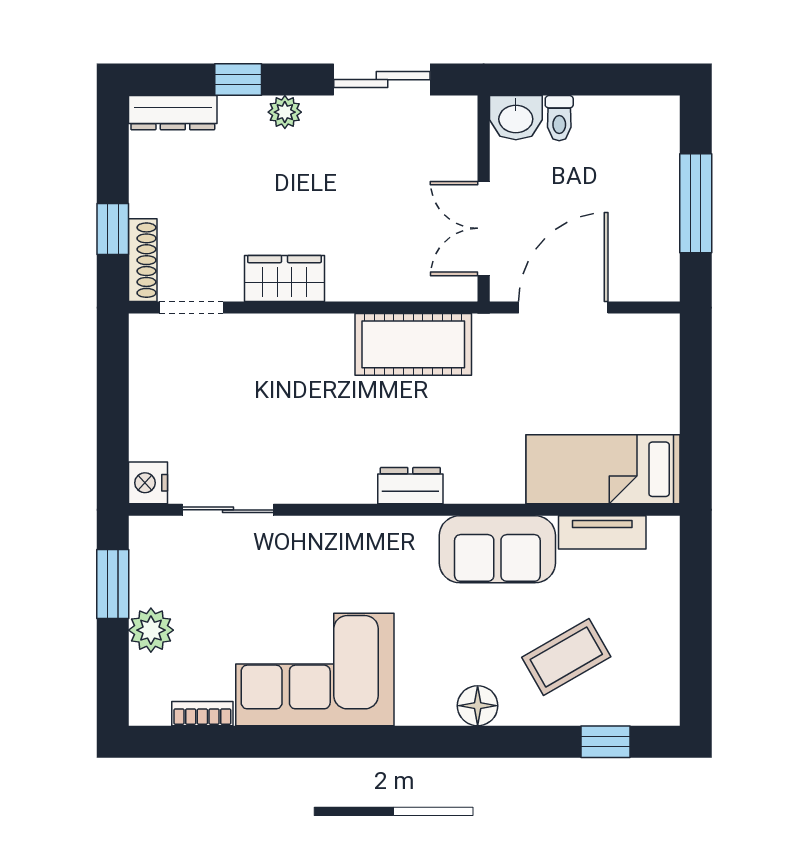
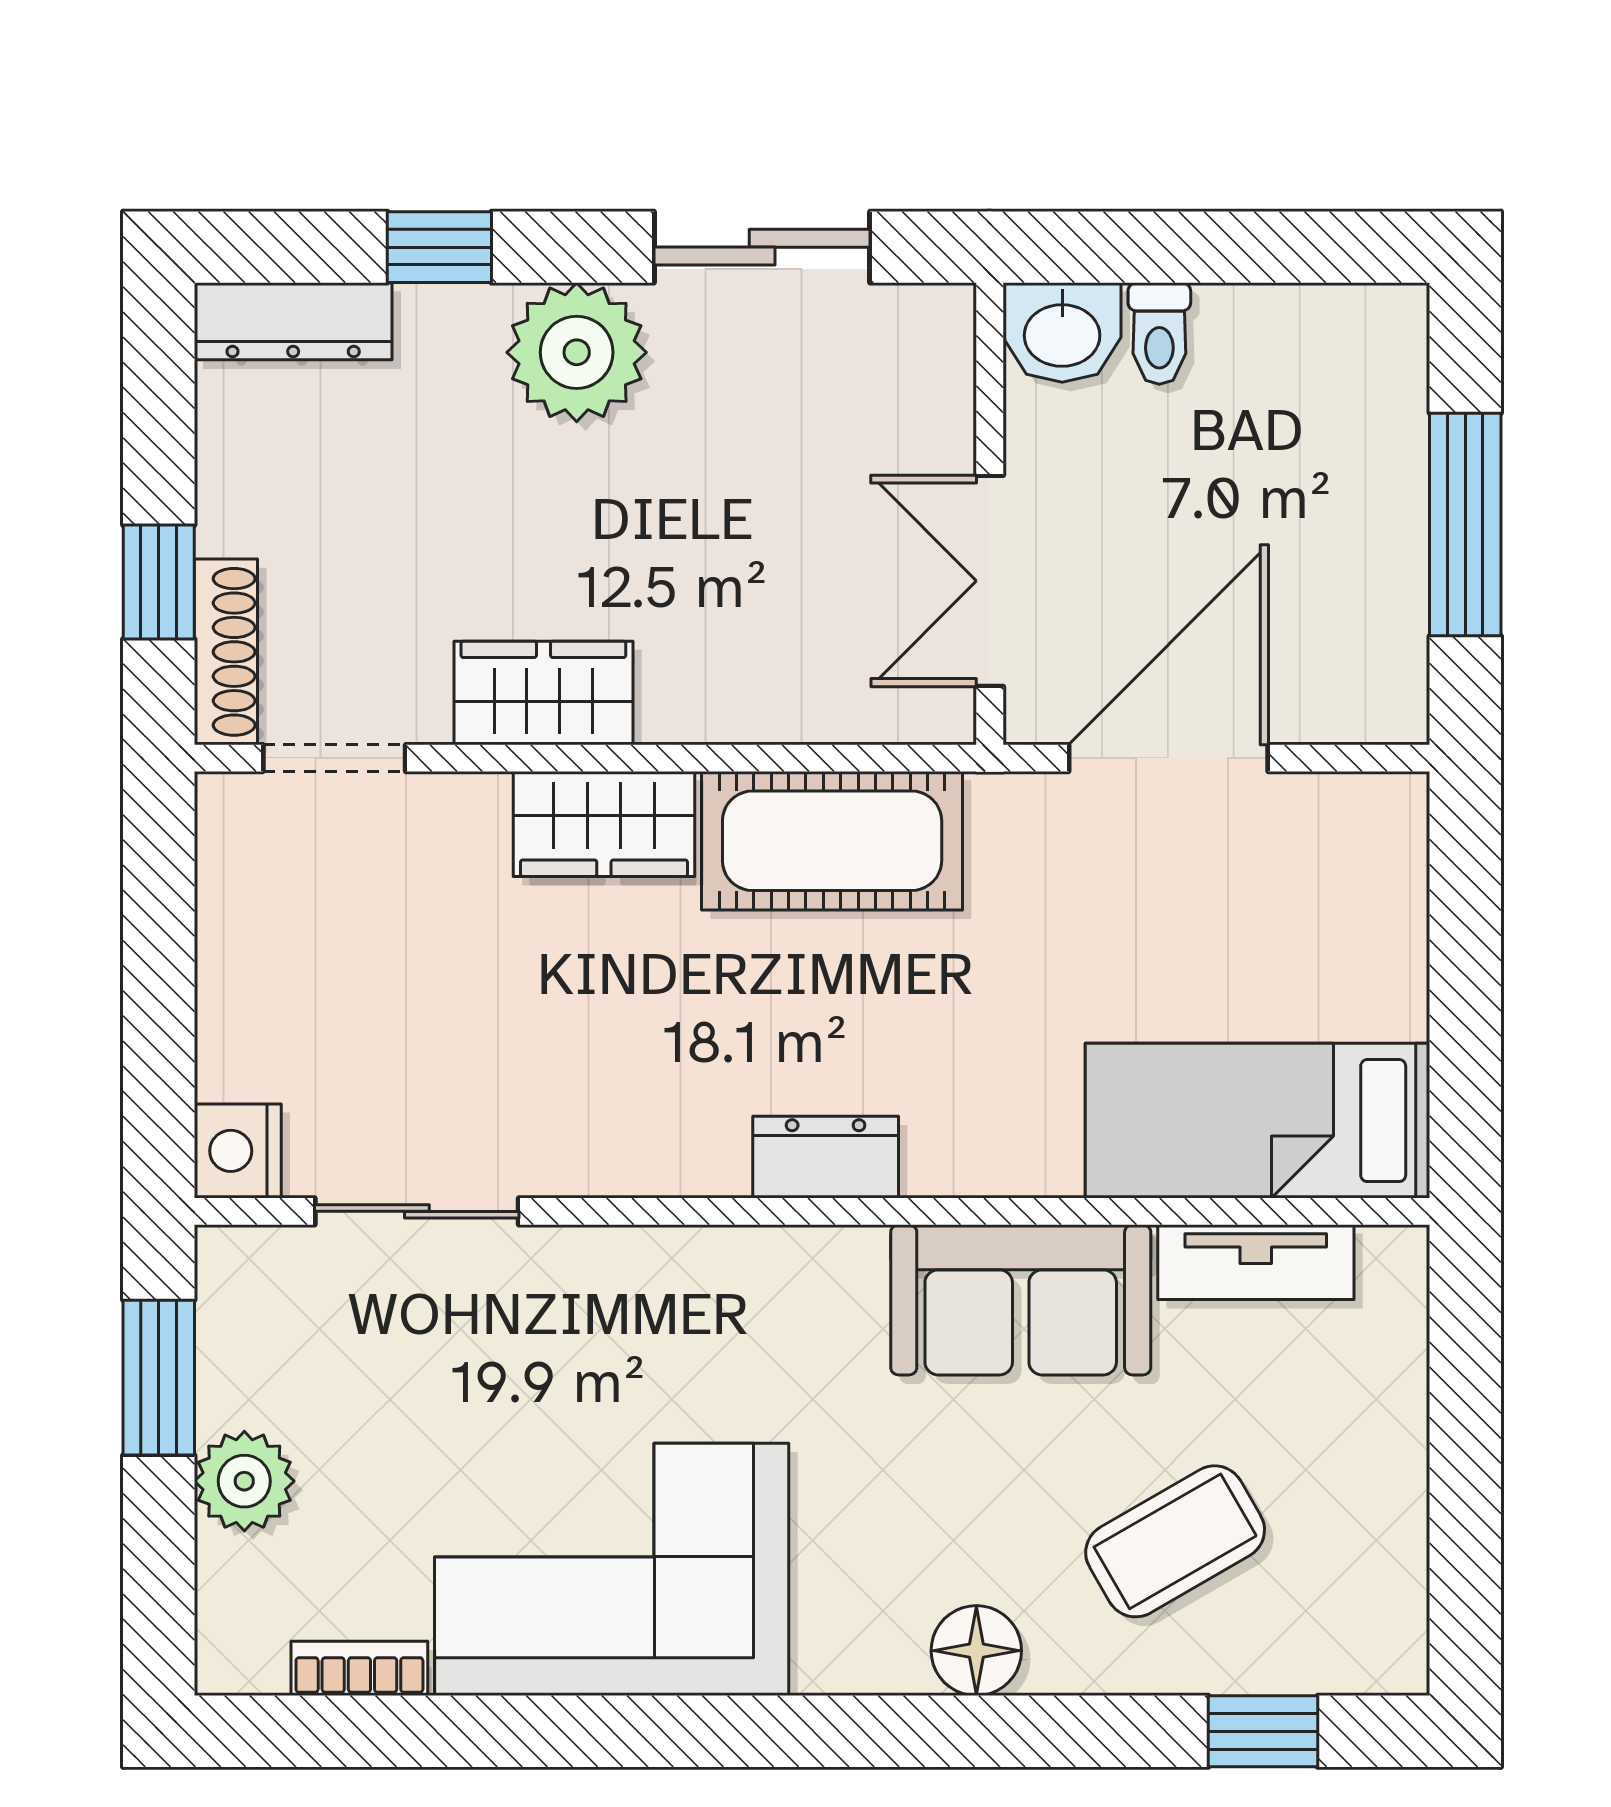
plant: (285, 112) -> (577, 352), width x1.88, depth x1.88
wardrobe: (311, 337) -> (604, 824), added

